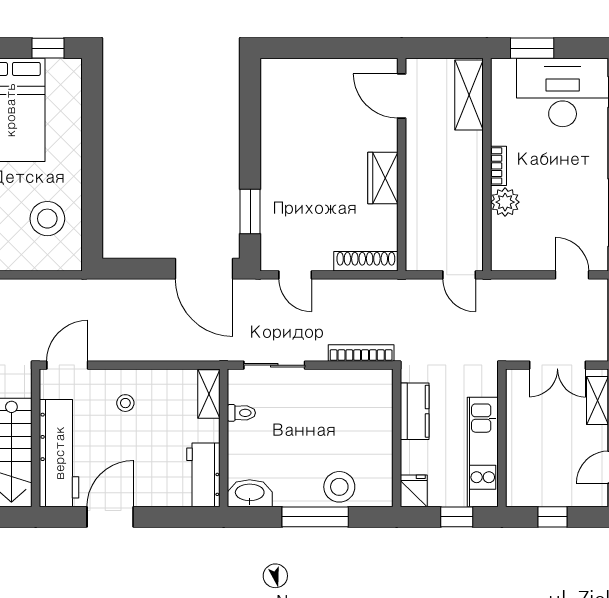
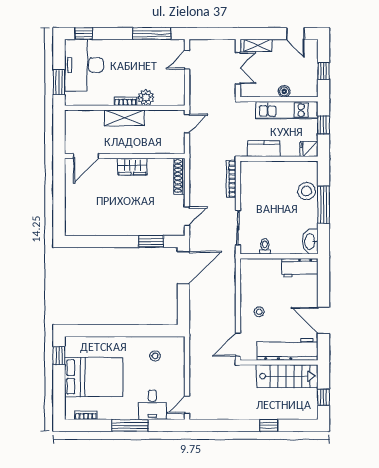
shelving: (469, 95) -> (124, 118), moved
stool: (47, 219) -> (155, 356), width x0.53, depth x0.53
door: (67, 365) -> (238, 345), hinge flipped
shelving: (209, 394) -> (254, 265), removed
boiler: (516, 447) -> (284, 91), added

